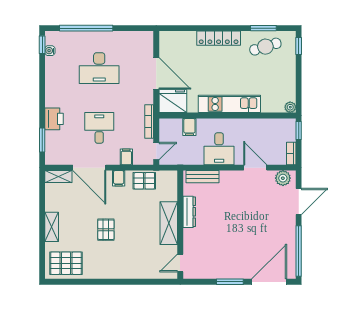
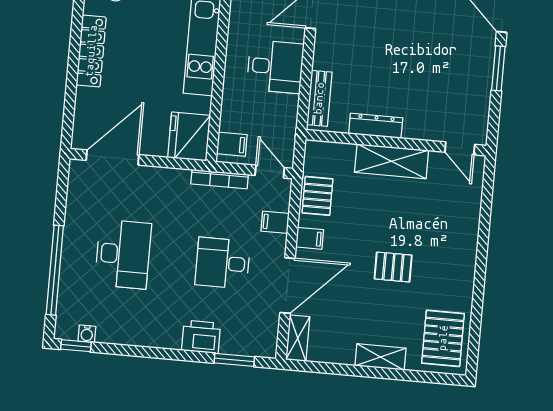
door: (156, 73) -> (113, 157), moved
filing cabinet: (189, 127) -> (232, 144), moved

